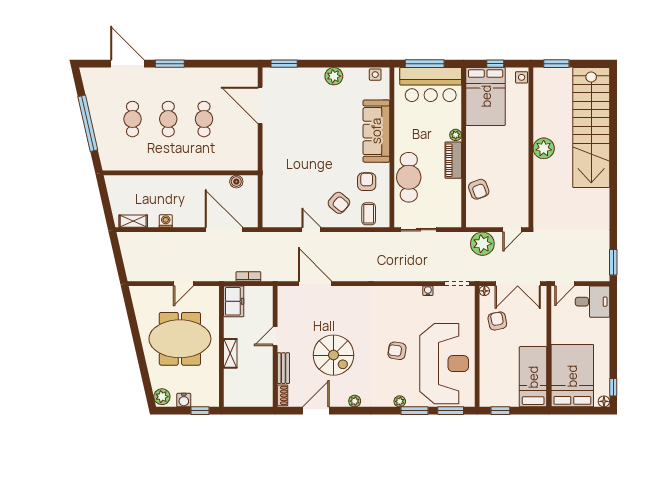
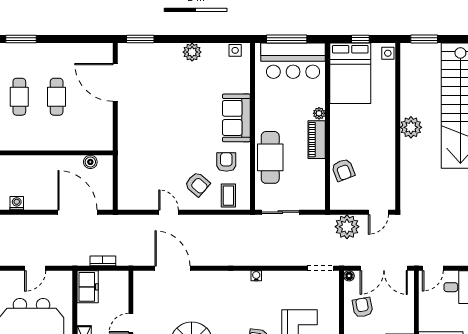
sofa: (376, 131) -> (236, 118), width x0.73
water cooler: (428, 291) -> (256, 276), moved

